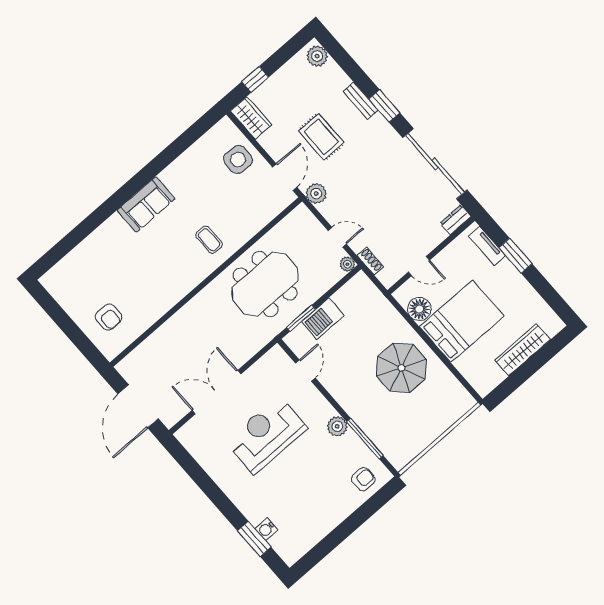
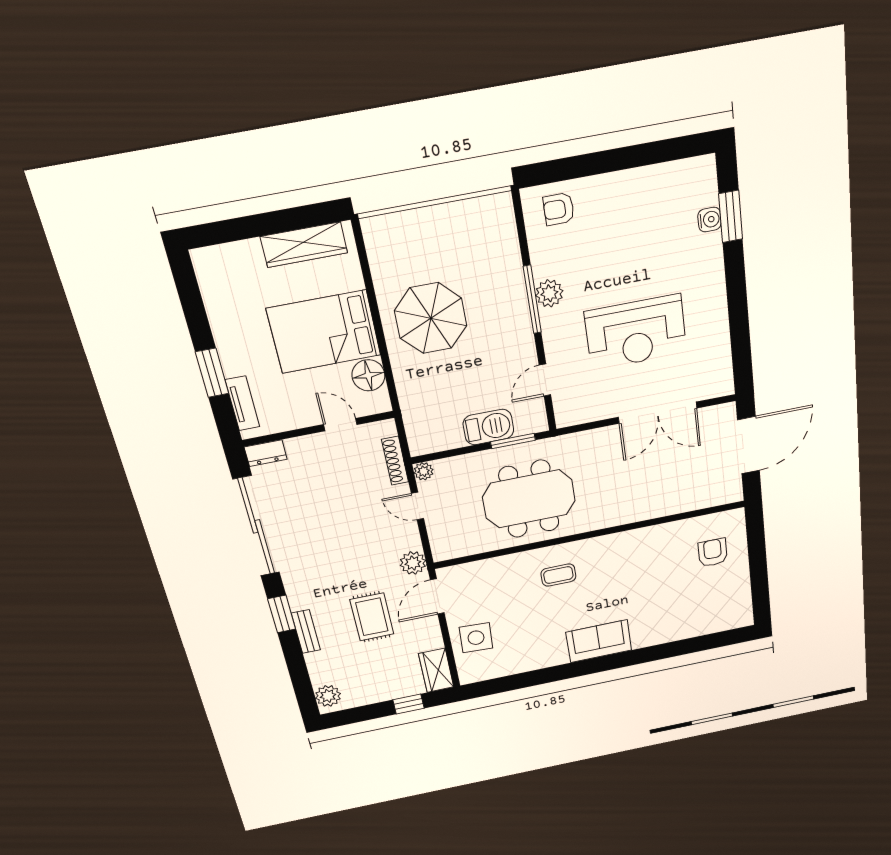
coffee table: (209, 240) -> (558, 575), turned 90
shoe rack: (370, 261) -> (395, 461), width x1.43
wardrobe: (523, 350) -> (304, 245), moved
window: (365, 439) -> (532, 300), moved

